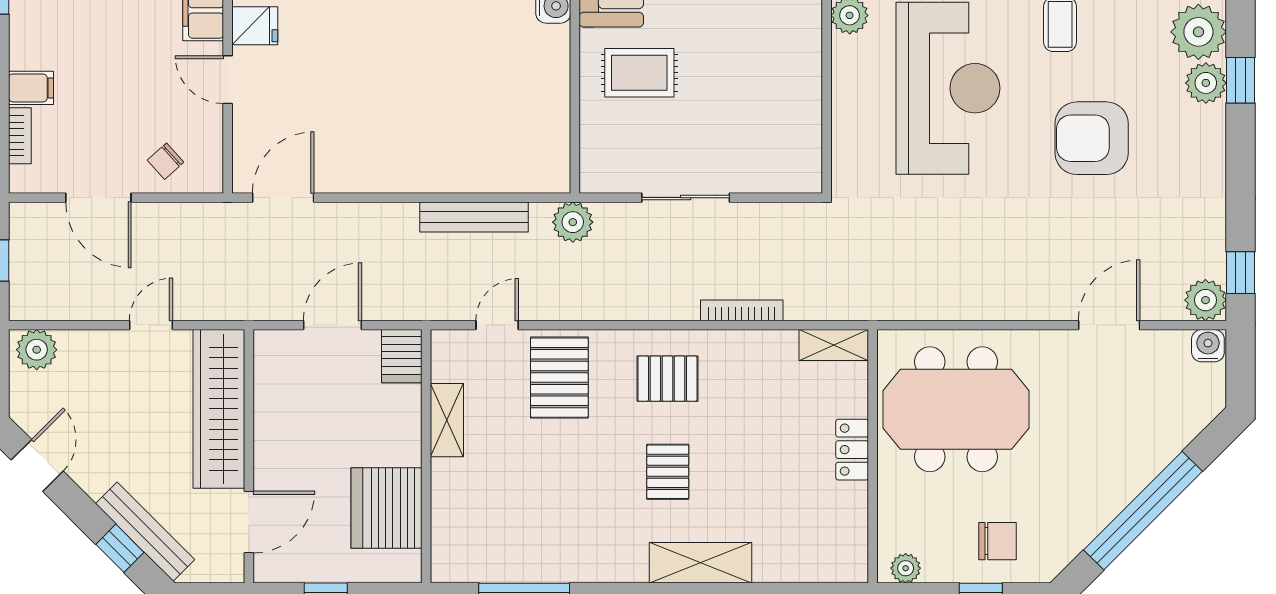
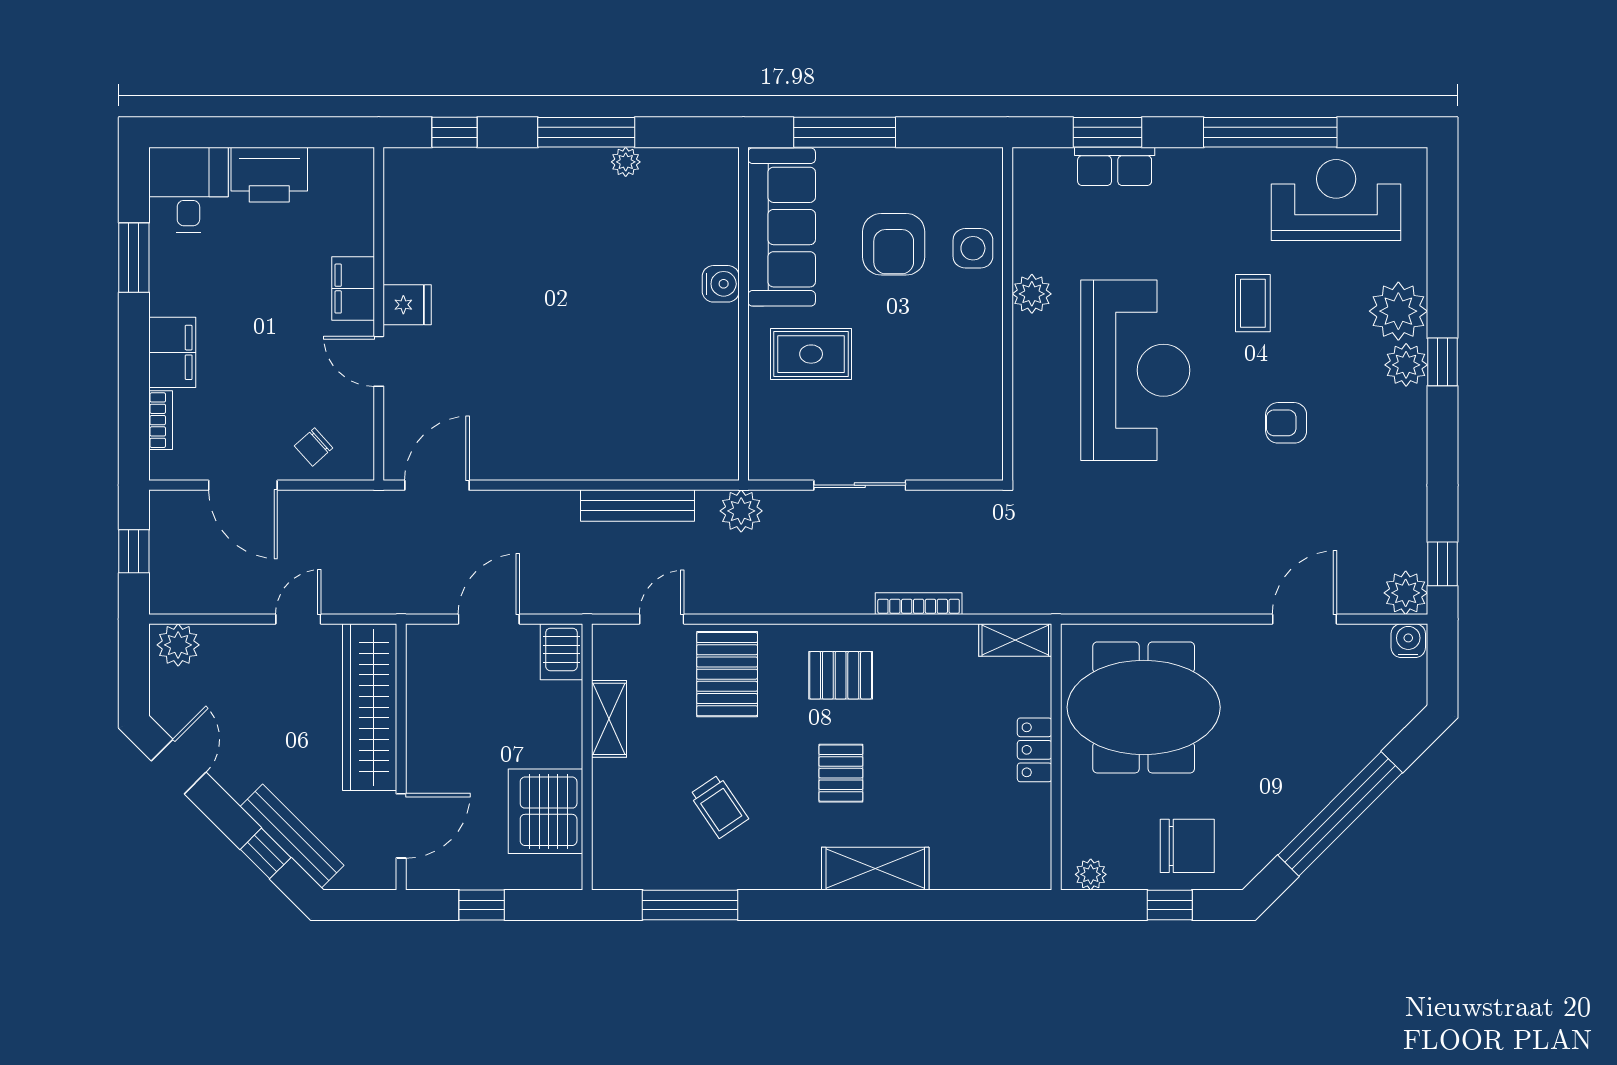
filing cabinet: (31, 88) -> (172, 352), width x2.00
armchair: (1092, 138) -> (1286, 423), width x0.53, depth x0.53
trolley: (552, 503) -> (719, 806), added
chair: (998, 541) -> (1187, 846), width x1.37, depth x1.37

